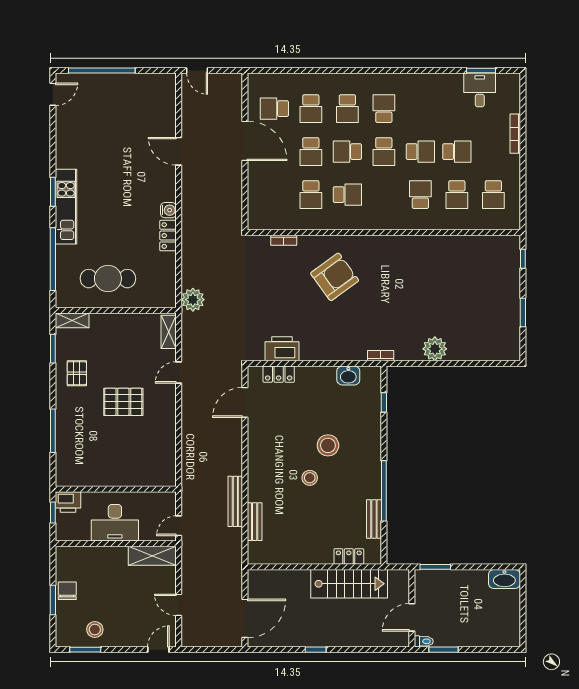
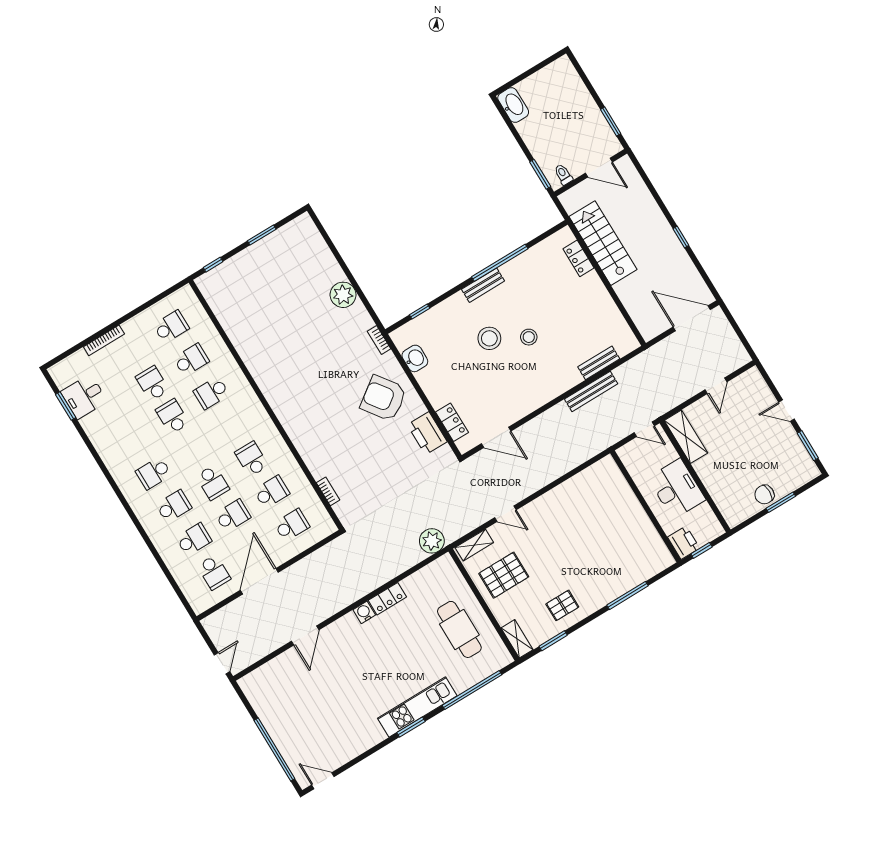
school desk: (384, 152) -> (292, 525), moved
armchair: (335, 277) -> (383, 398), moved
pallet: (123, 402) -> (504, 575), moved, turned 90
bench: (374, 519) -> (483, 285), moved
stool: (95, 629) -> (784, 448), removed
toilet: (424, 641) -> (563, 174), moved
door: (158, 650) -> (786, 411), moved

